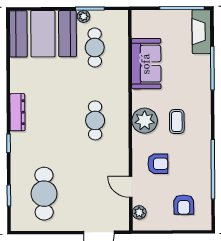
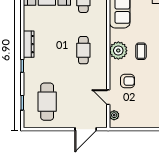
armchair: (184, 205) -> (146, 110), removed

